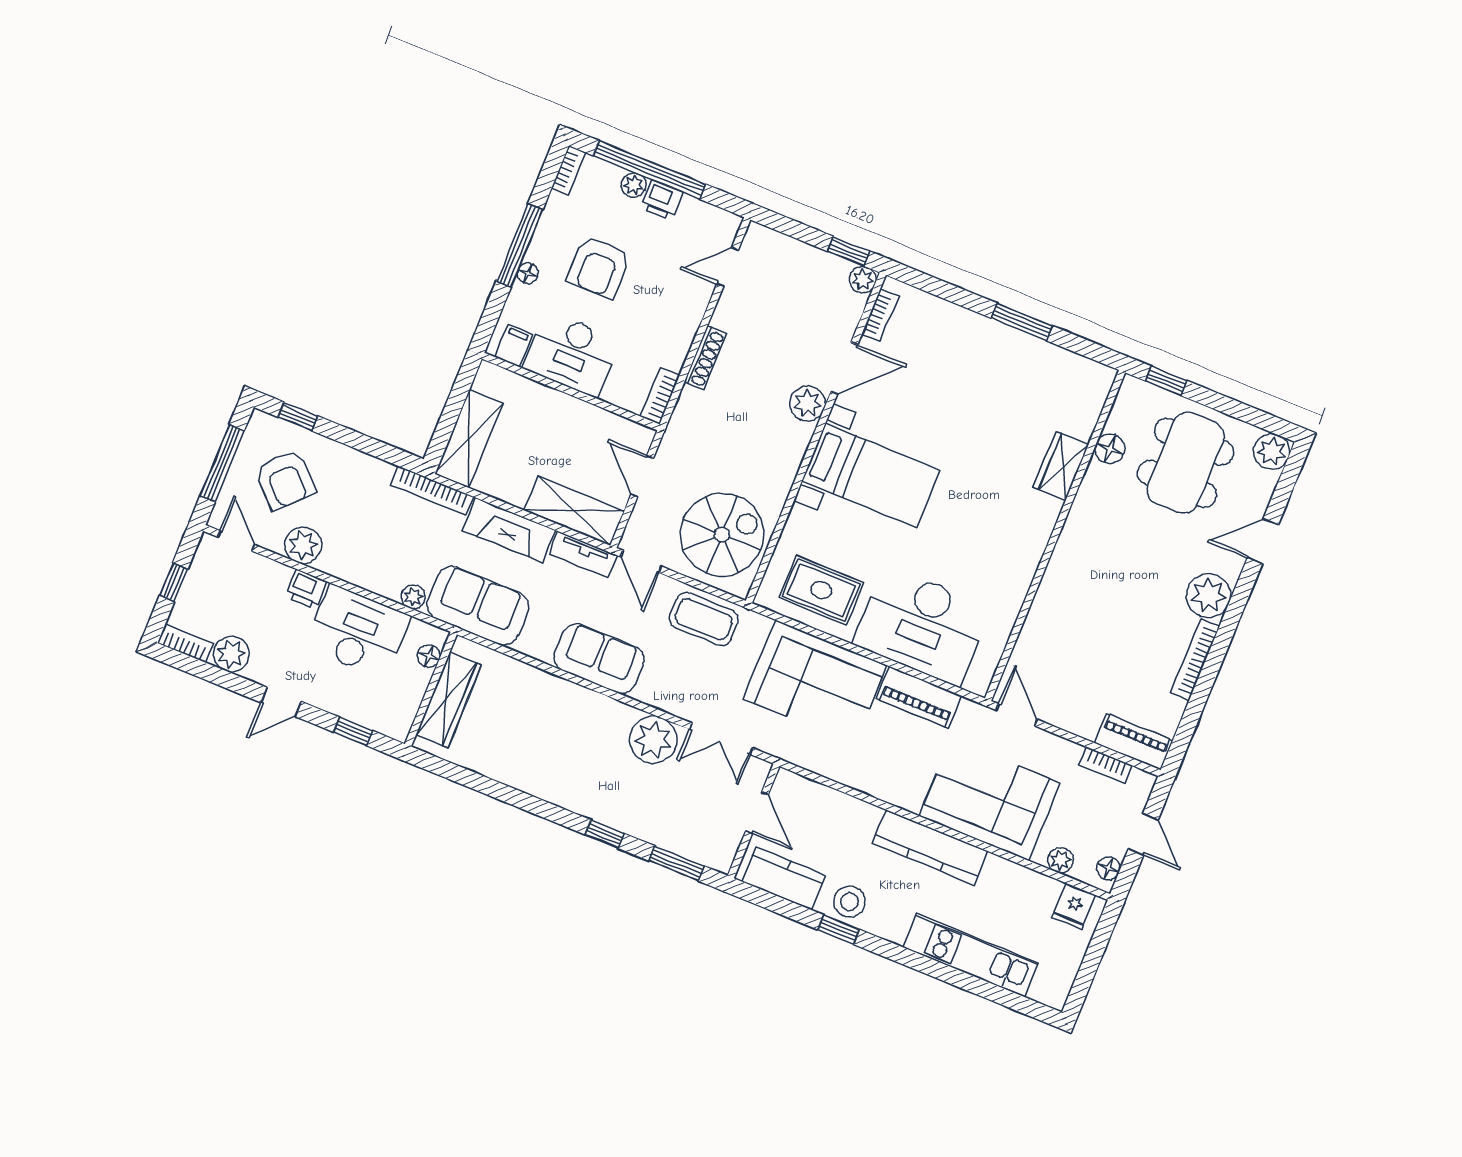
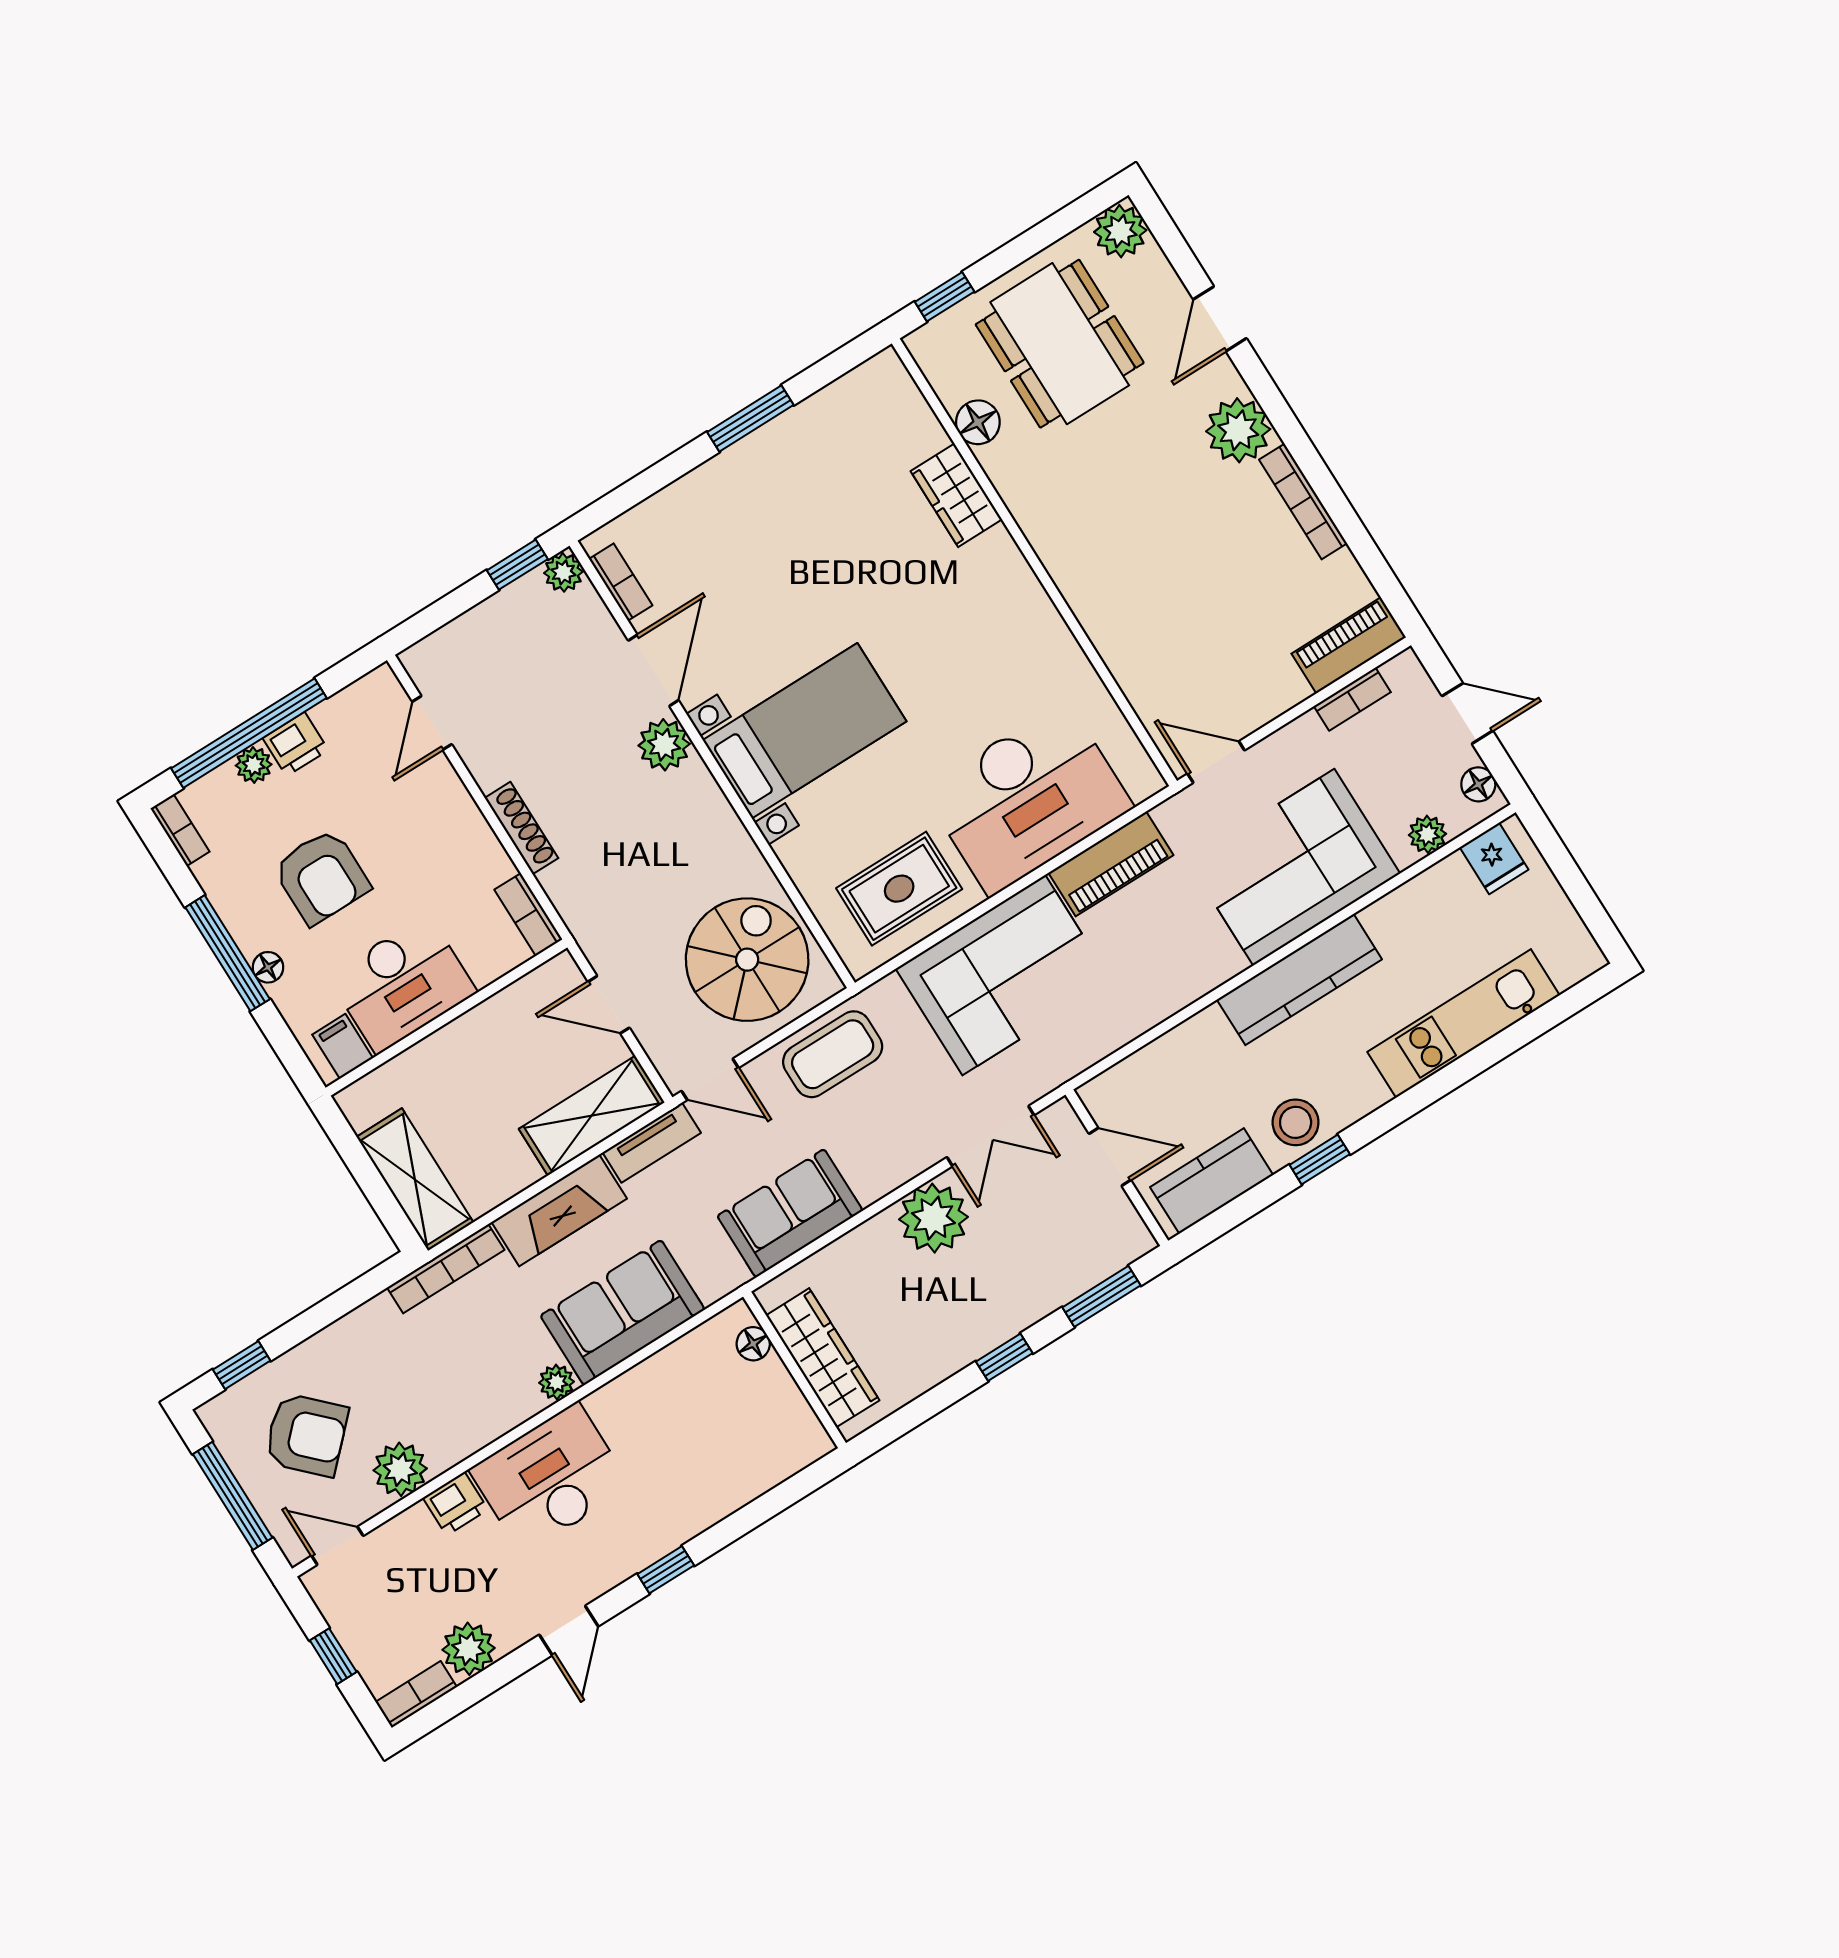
floor lamp: (429, 656) -> (753, 1344), moved
wall: (431, 689) -> (795, 1370), moved
wardrobe: (449, 700) -> (823, 1358), moved

